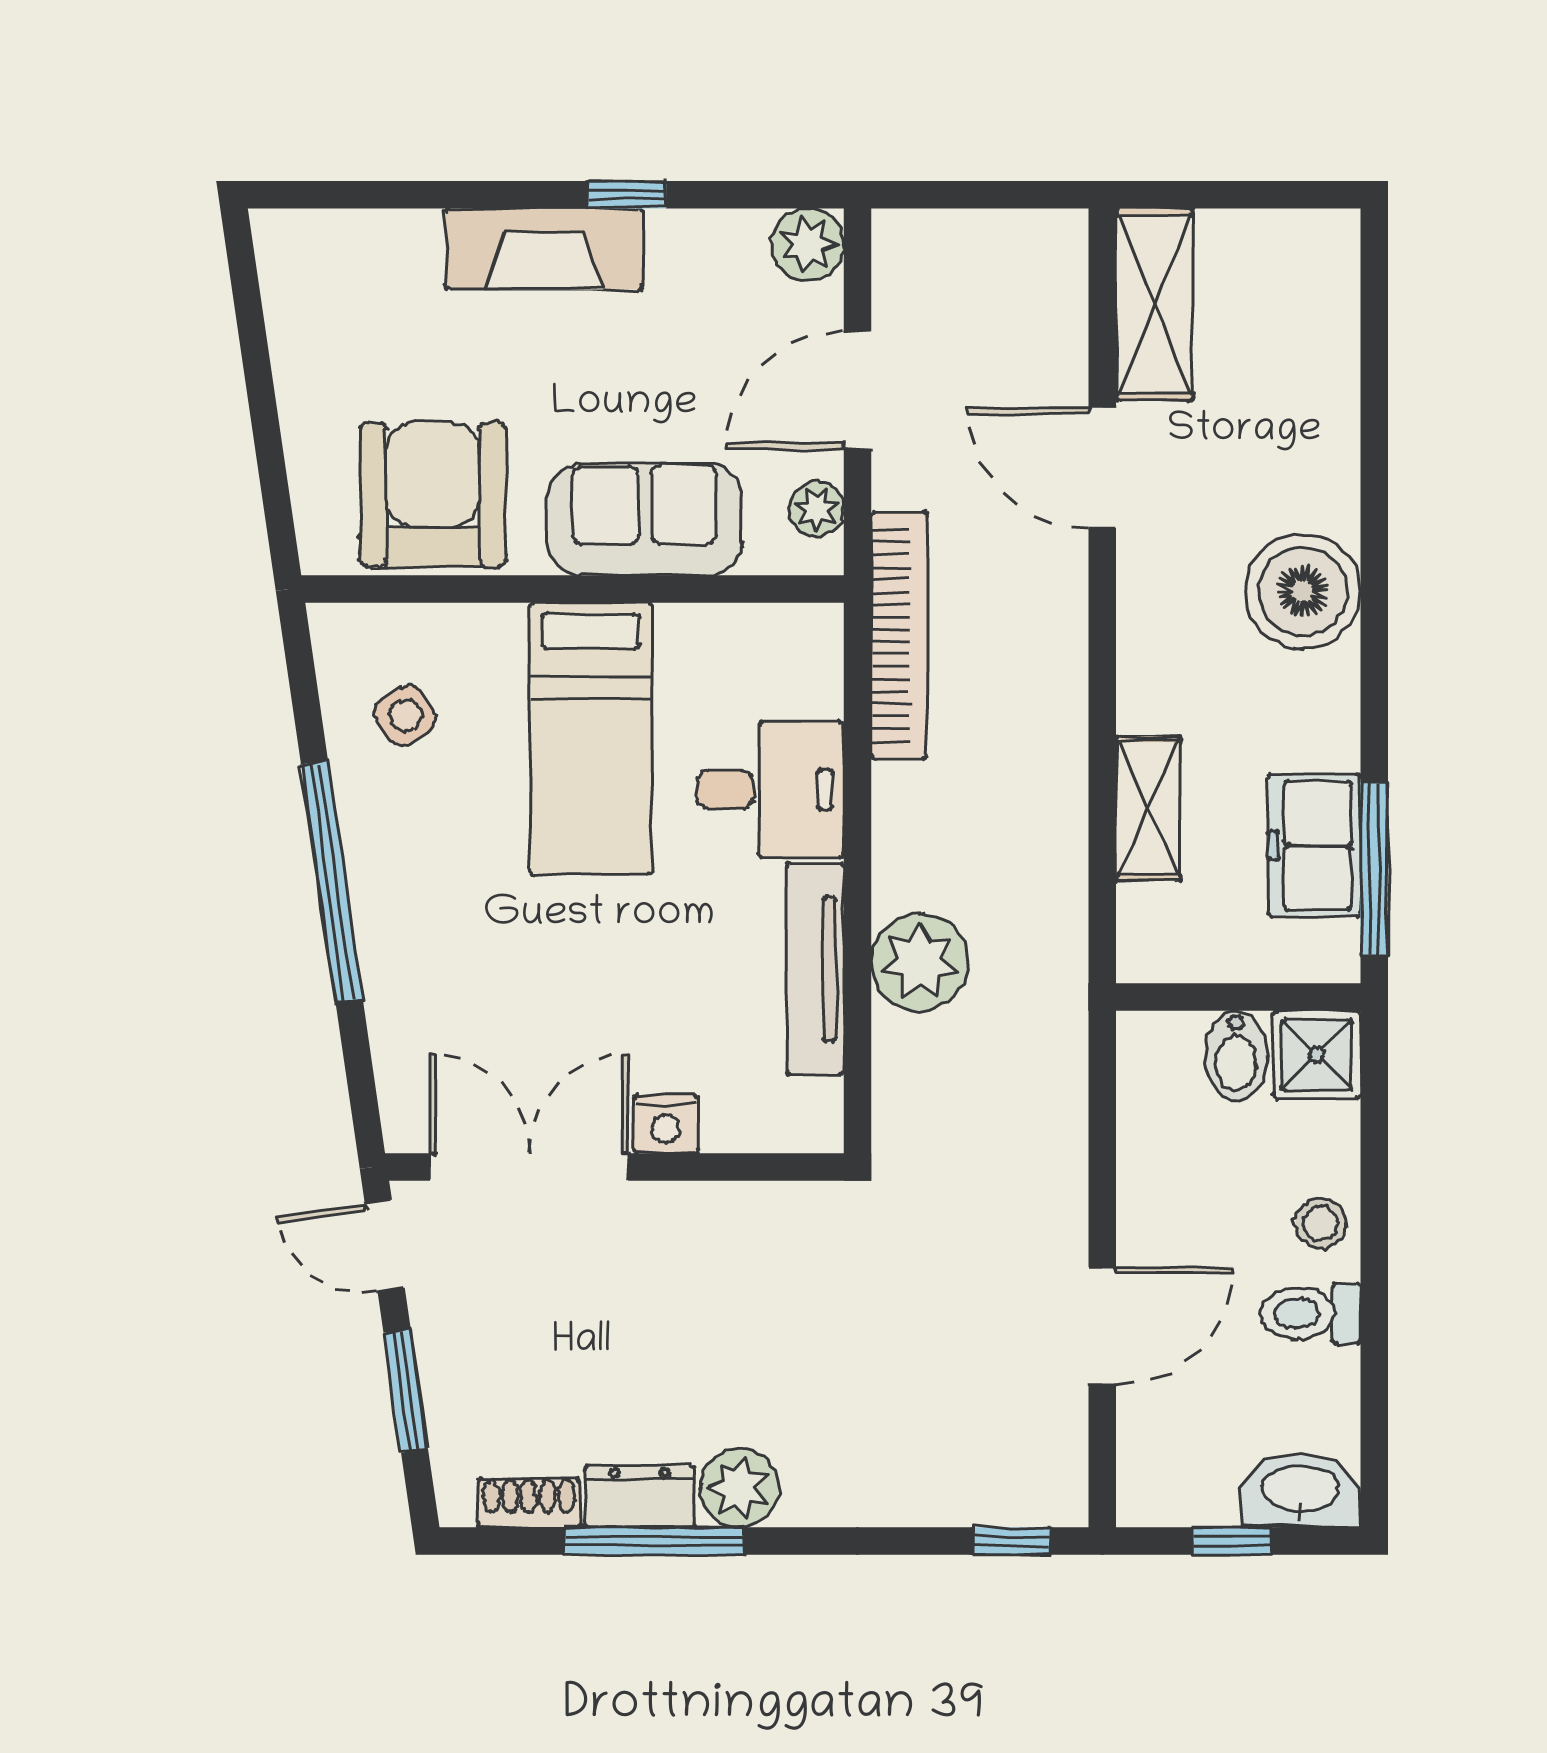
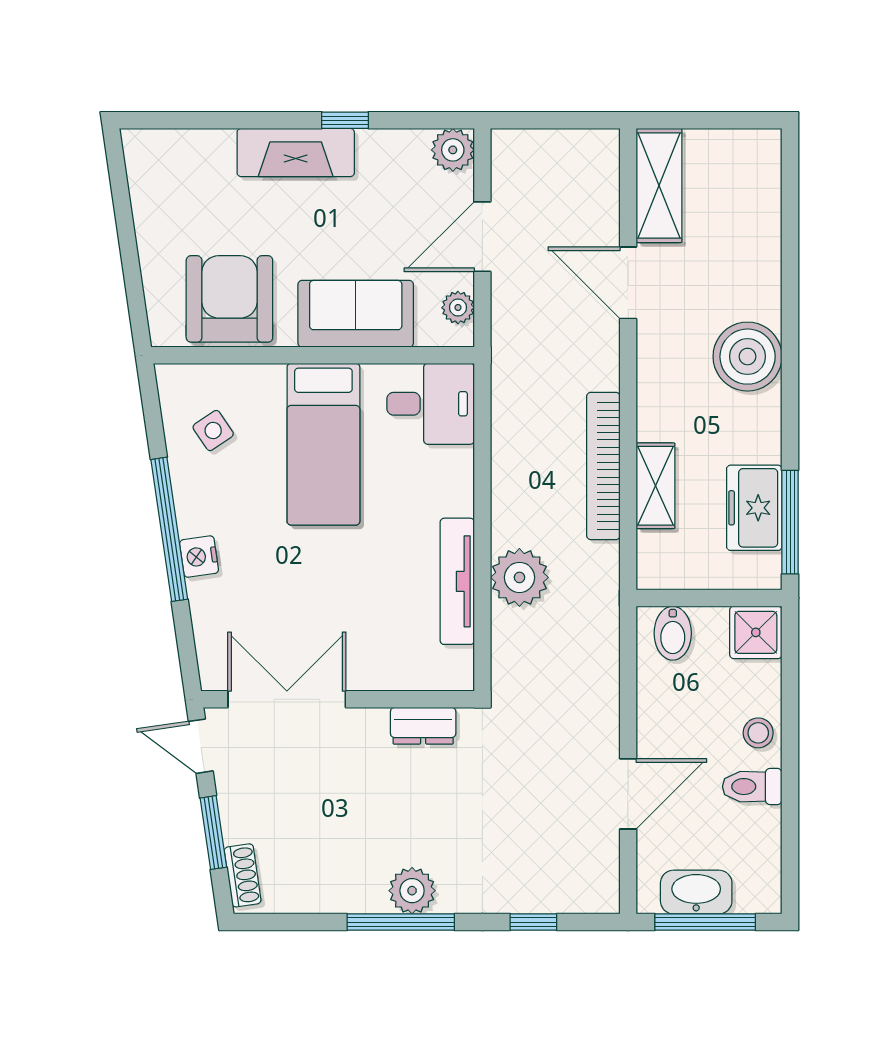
bookcase: (899, 635) -> (603, 466), moved, turned 180
desk: (771, 789) -> (431, 404), moved
bidet: (1236, 1056) -> (673, 633), moved
nightstand: (666, 1124) -> (199, 557), moved, turned 82
washbasin: (1301, 1491) -> (696, 892), moved
dresser: (640, 1497) -> (423, 726), moved, turned 180
shoe rack: (529, 1503) -> (243, 875), moved, turned 82
window: (654, 1541) -> (401, 922), moved
window: (1011, 1541) -> (533, 922), moved
window: (1232, 1541) -> (705, 922), width x2.17

